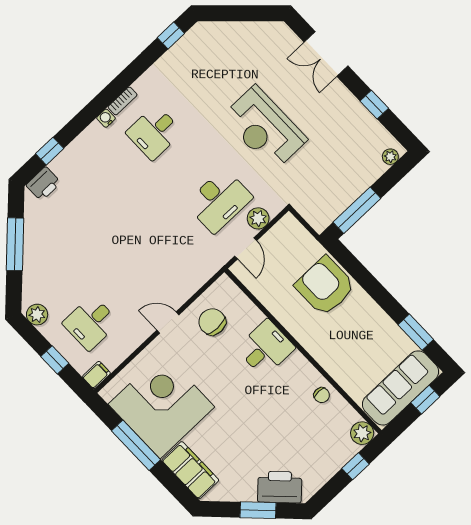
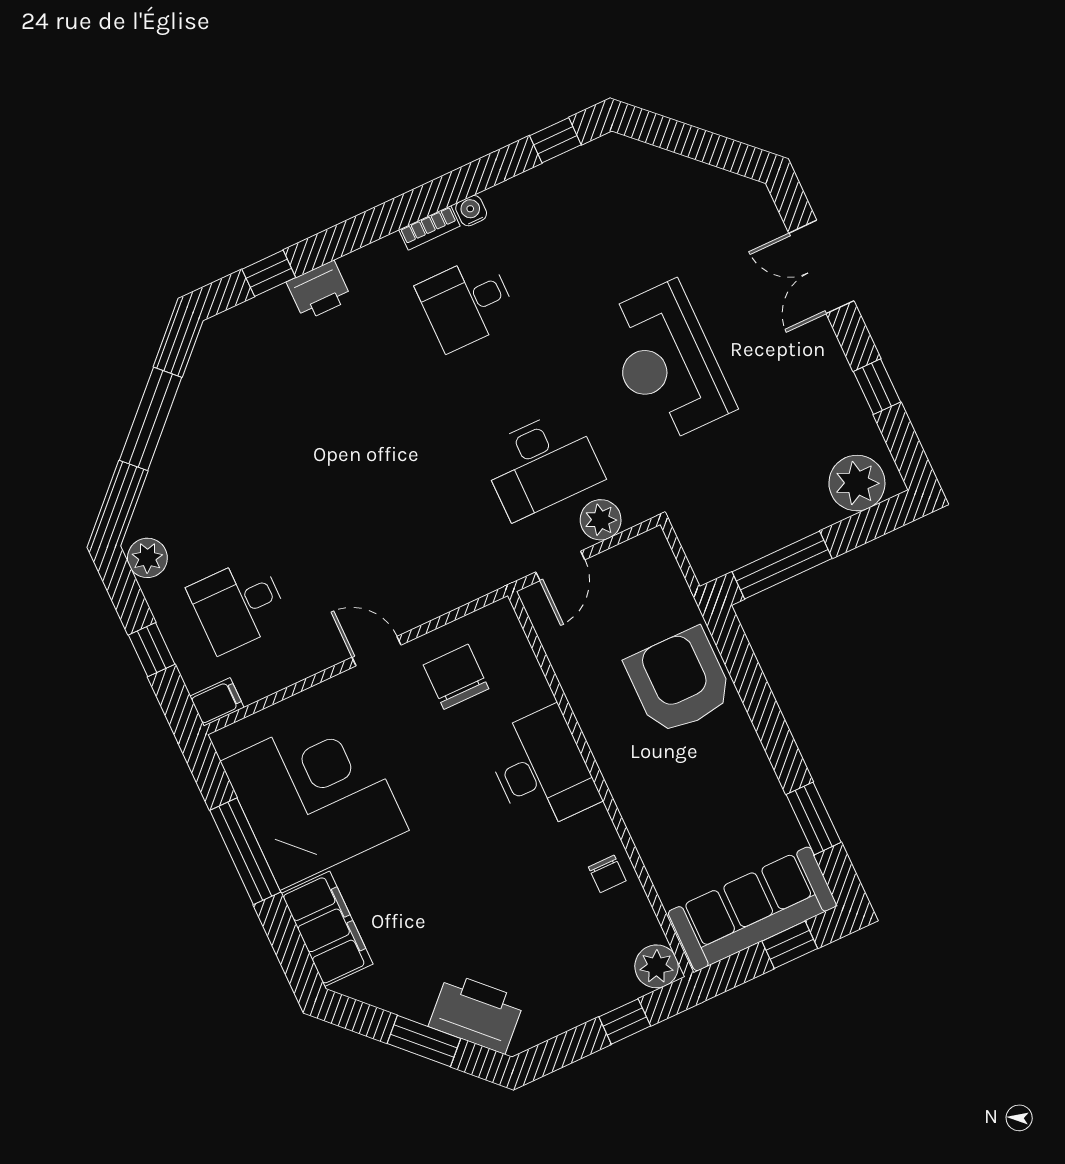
water cooler: (106, 118) -> (471, 211), moved
plant: (390, 157) -> (857, 483), width x1.87, depth x1.87
printer: (43, 184) -> (319, 291), moved
desk: (266, 348) -> (542, 769), width x1.37

